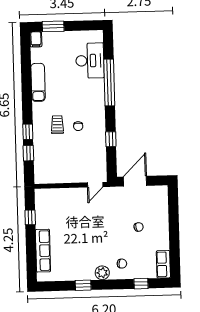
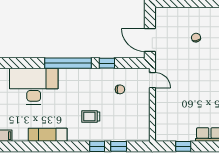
desk: (90, 61) -> (34, 86), width x1.36, depth x1.30
window: (109, 82) -> (68, 63), moved
chair: (78, 126) -> (120, 89), moved

